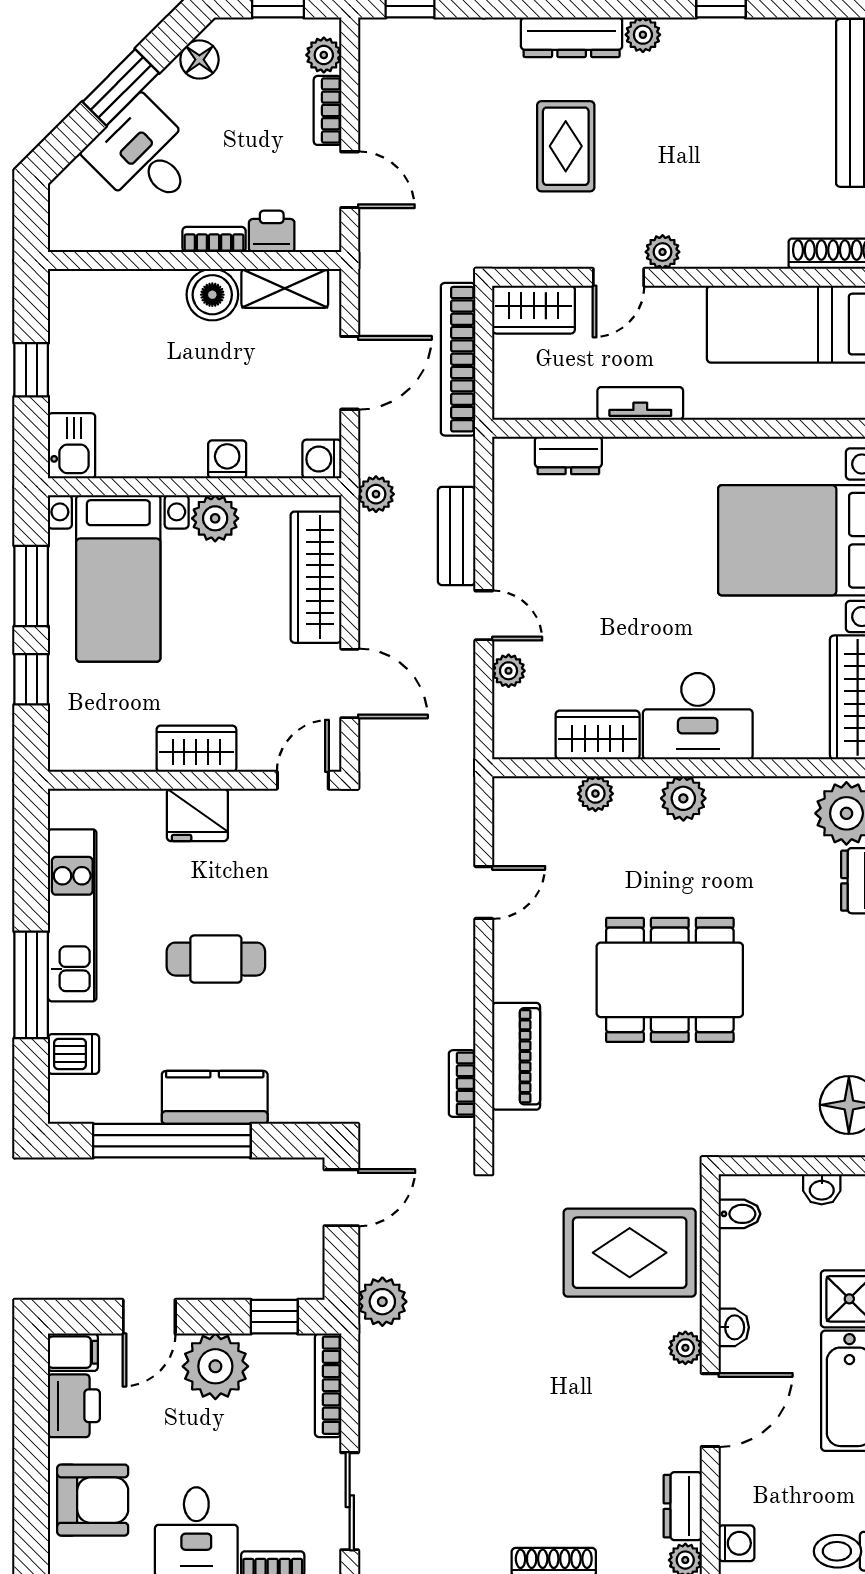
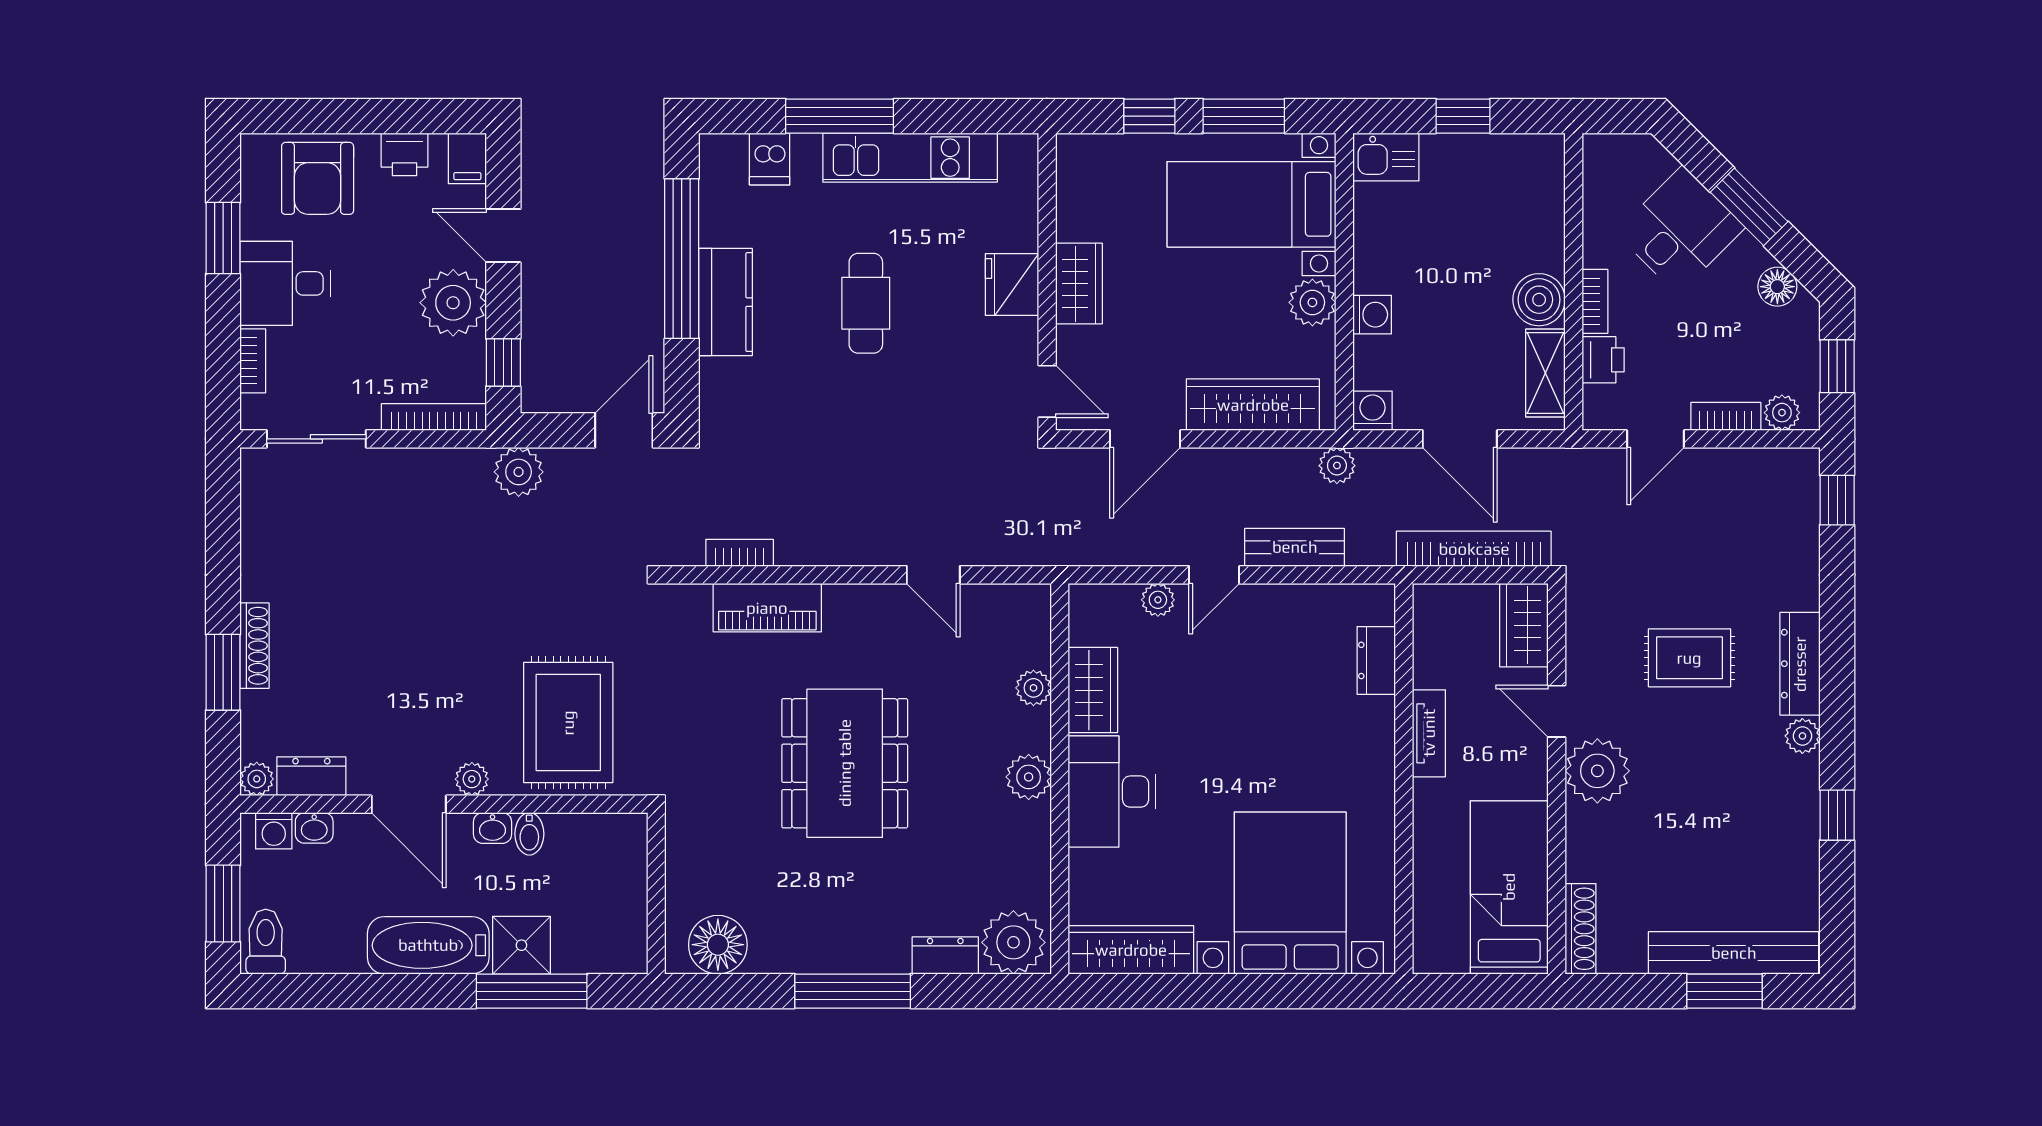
plant: (663, 252) -> (1597, 771), width x1.88, depth x1.88
washbasin: (822, 1189) -> (314, 828), moved, turned -90
door: (341, 1198) -> (624, 430), swing flipped
bidet: (739, 1214) -> (529, 834), moved
printer: (74, 1406) -> (405, 154), width x0.73, depth x0.81

